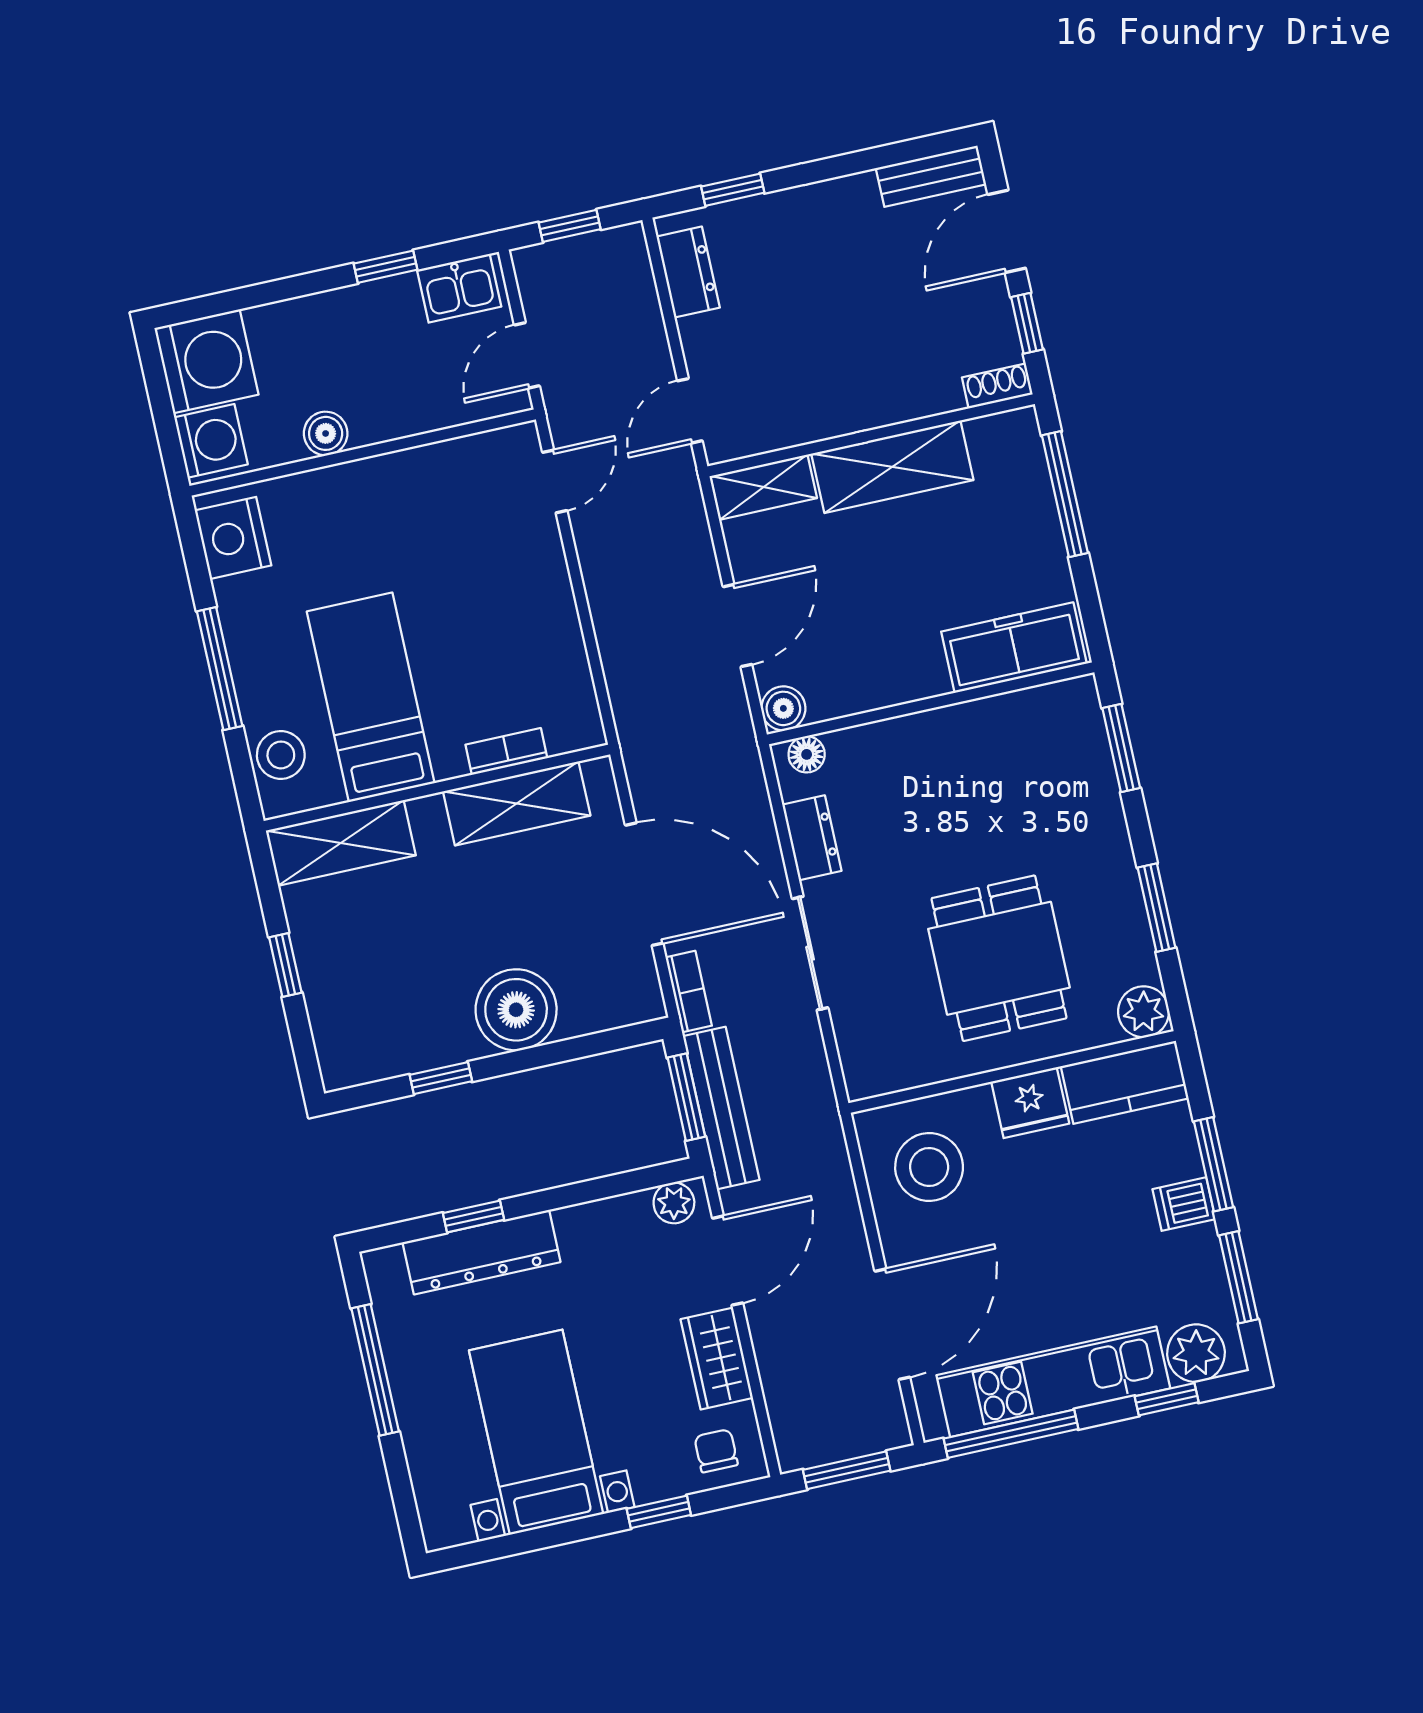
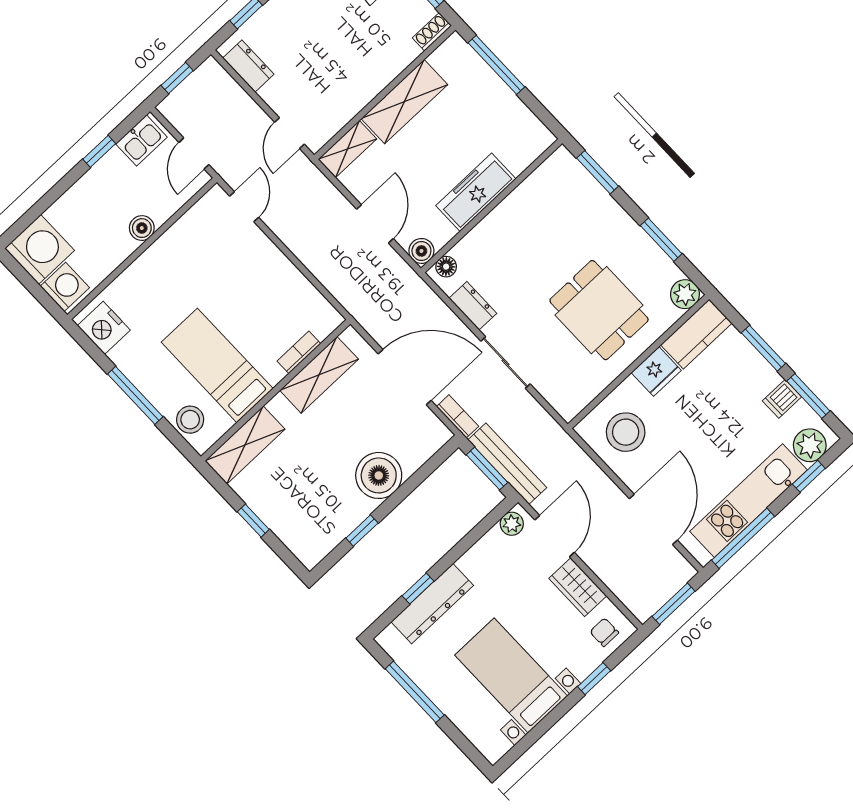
boiler: (326, 433) -> (142, 228), moved
freezer: (1014, 648) -> (476, 192), moved
dishwasher: (1184, 1204) -> (782, 399), moved

